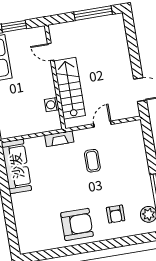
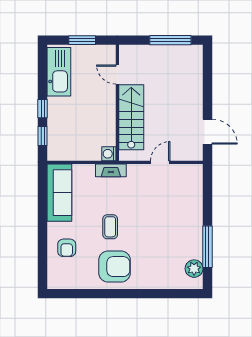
washing machine: (52, 105) -> (109, 154), moved
coffee table: (92, 161) -> (110, 227), moved
armchair: (116, 214) -> (67, 248), moved

